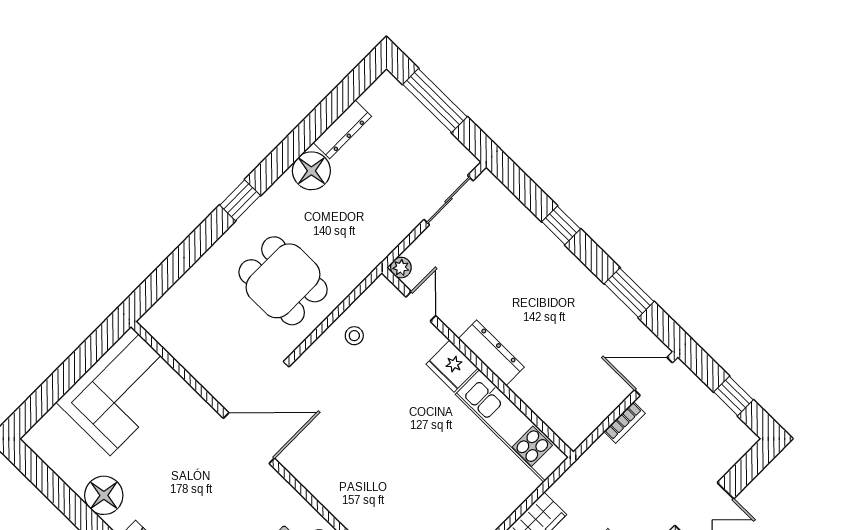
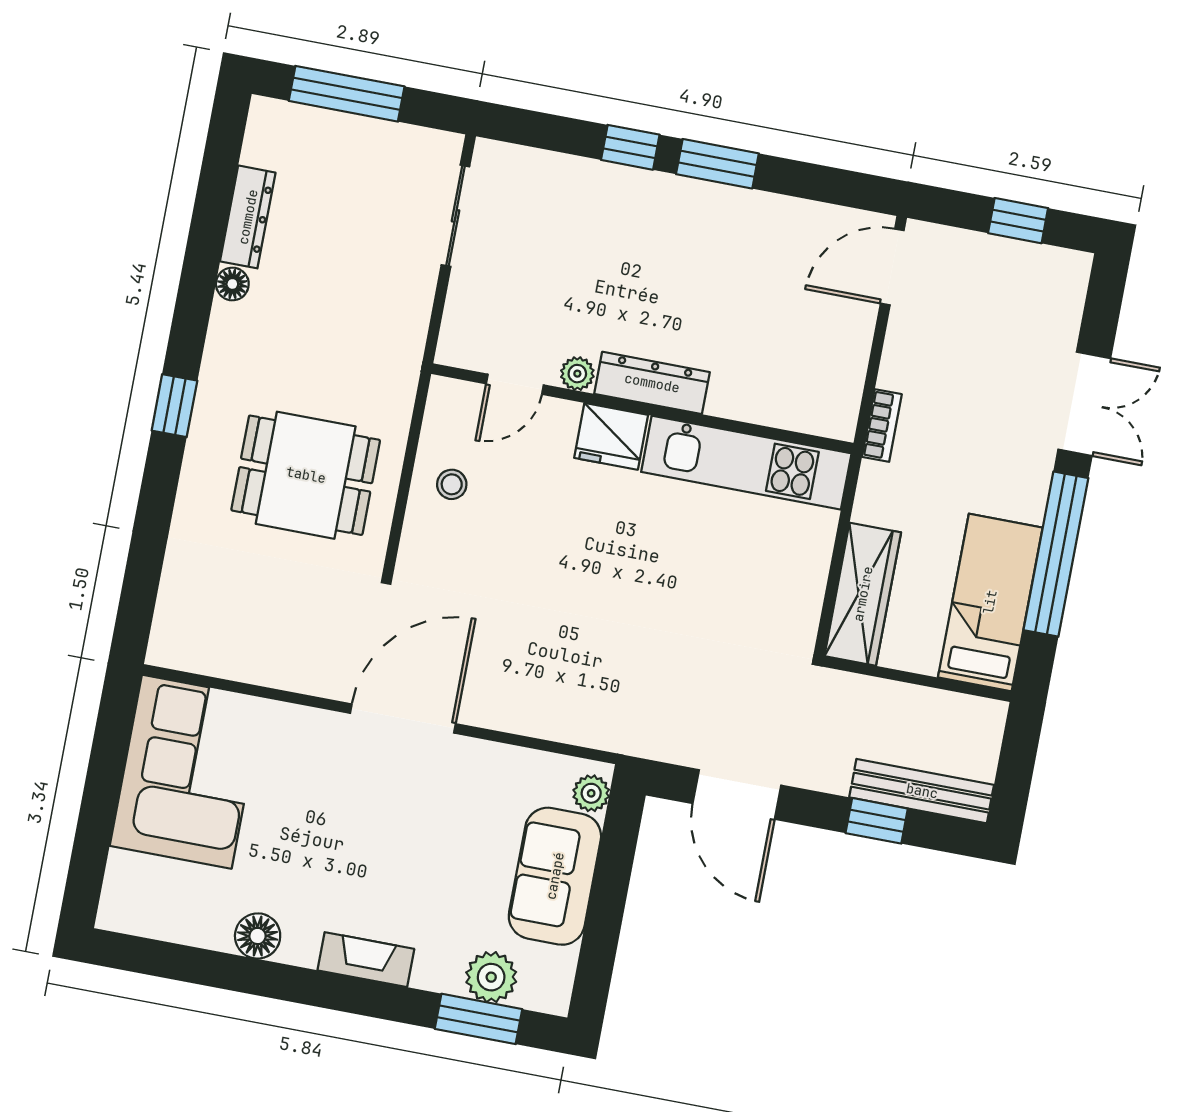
floor lamp: (311, 171) -> (232, 284), width x0.53, depth x0.53
plant: (401, 268) -> (577, 374), moved
window: (629, 293) -> (717, 164), moved
door: (421, 306) -> (515, 384), swing flipped
bookcase: (625, 422) -> (882, 425), moved
floor lamp: (104, 495) -> (258, 936), width x0.73, depth x0.73

